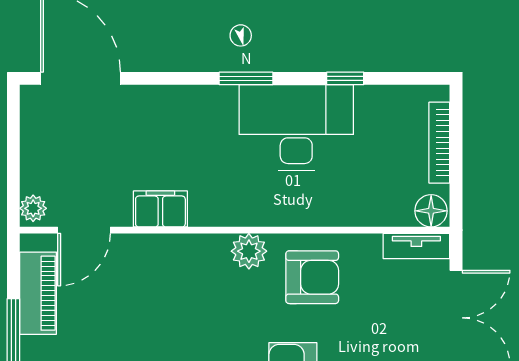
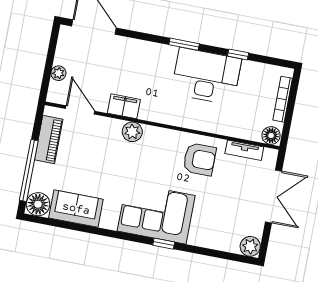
plant: (33, 208) -> (58, 73), moved
door: (84, 230) -> (80, 110), swing flipped
tv unit: (416, 246) -> (244, 150), moved
plant: (249, 251) -> (132, 132), moved

